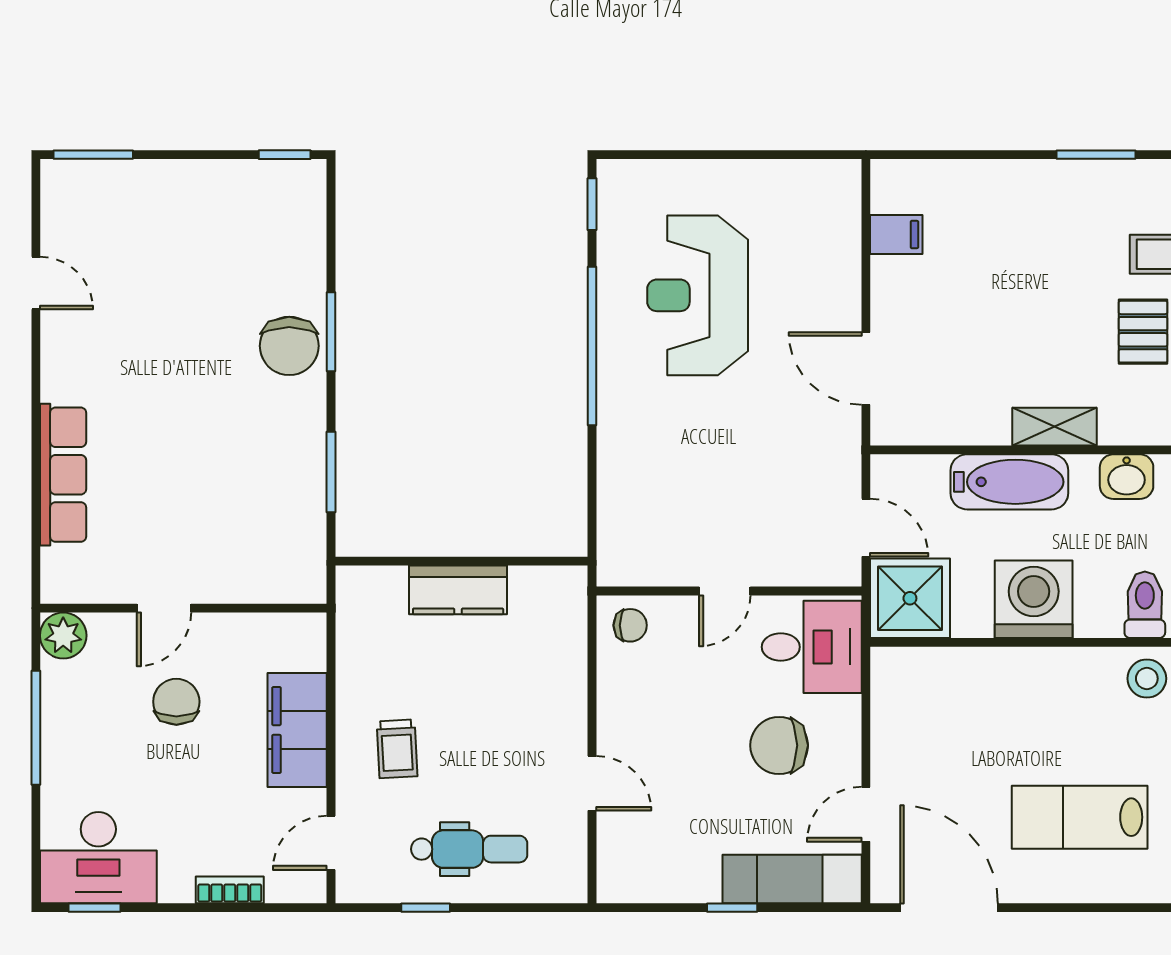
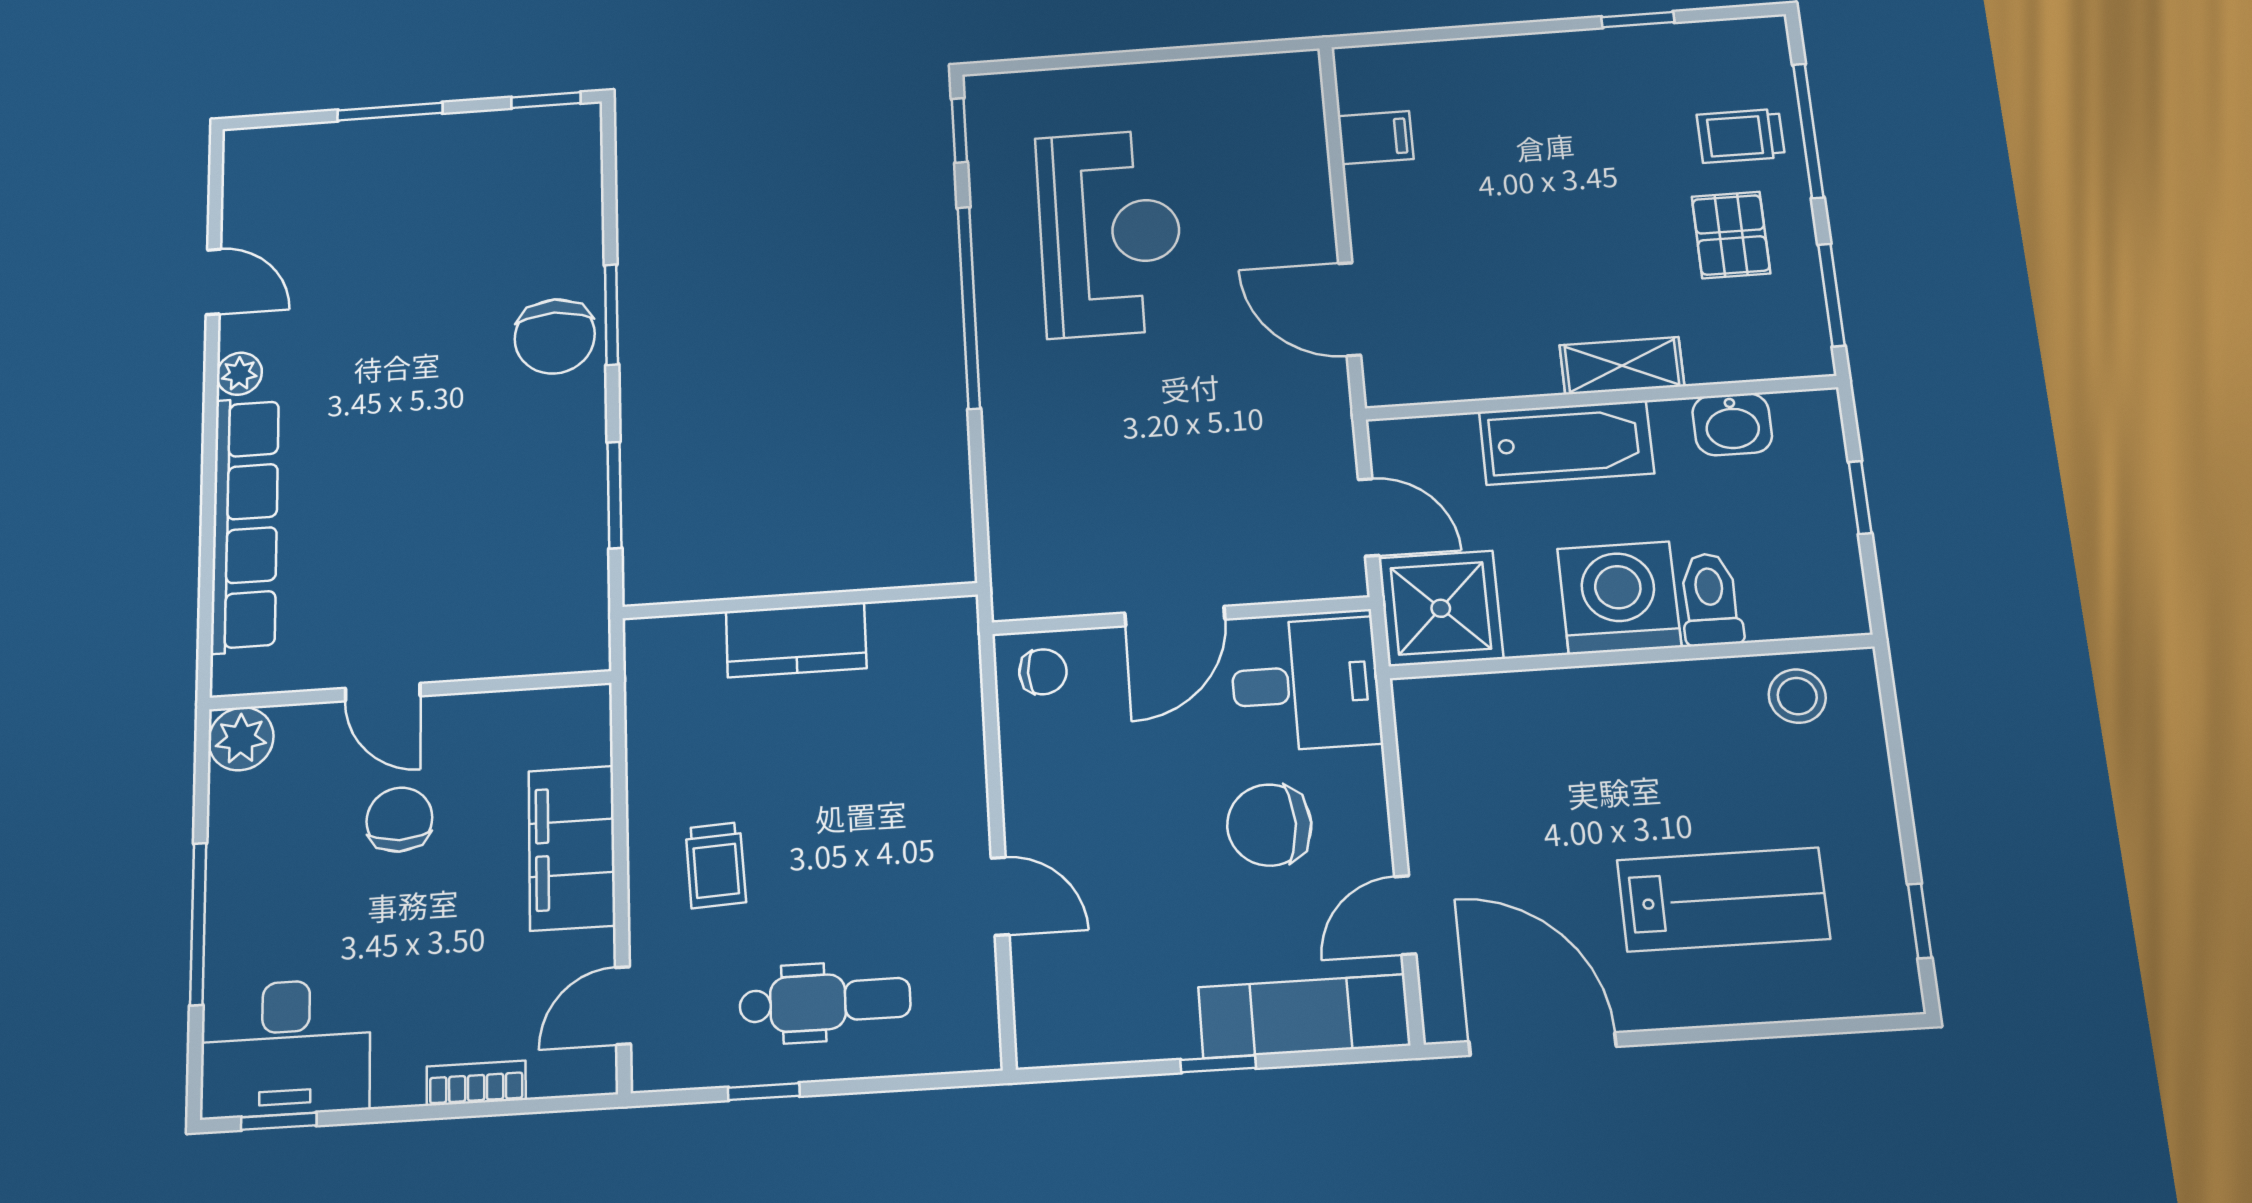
window: (93, 155) -> (390, 112), moved
window: (1096, 155) -> (1638, 20), width x0.67
reception desk: (698, 295) -> (1110, 233), turned 180
plant: (57, 358) -> (239, 374), added
row of seats: (63, 475) -> (245, 524), width x1.36
door: (725, 591) -> (1175, 616), width x1.38
toilet: (1145, 605) -> (1710, 599), moved
door: (164, 608) -> (383, 692), hinge flipped
window: (36, 728) -> (198, 924), moved
lab bench: (1080, 817) -> (1723, 899), turned 180

